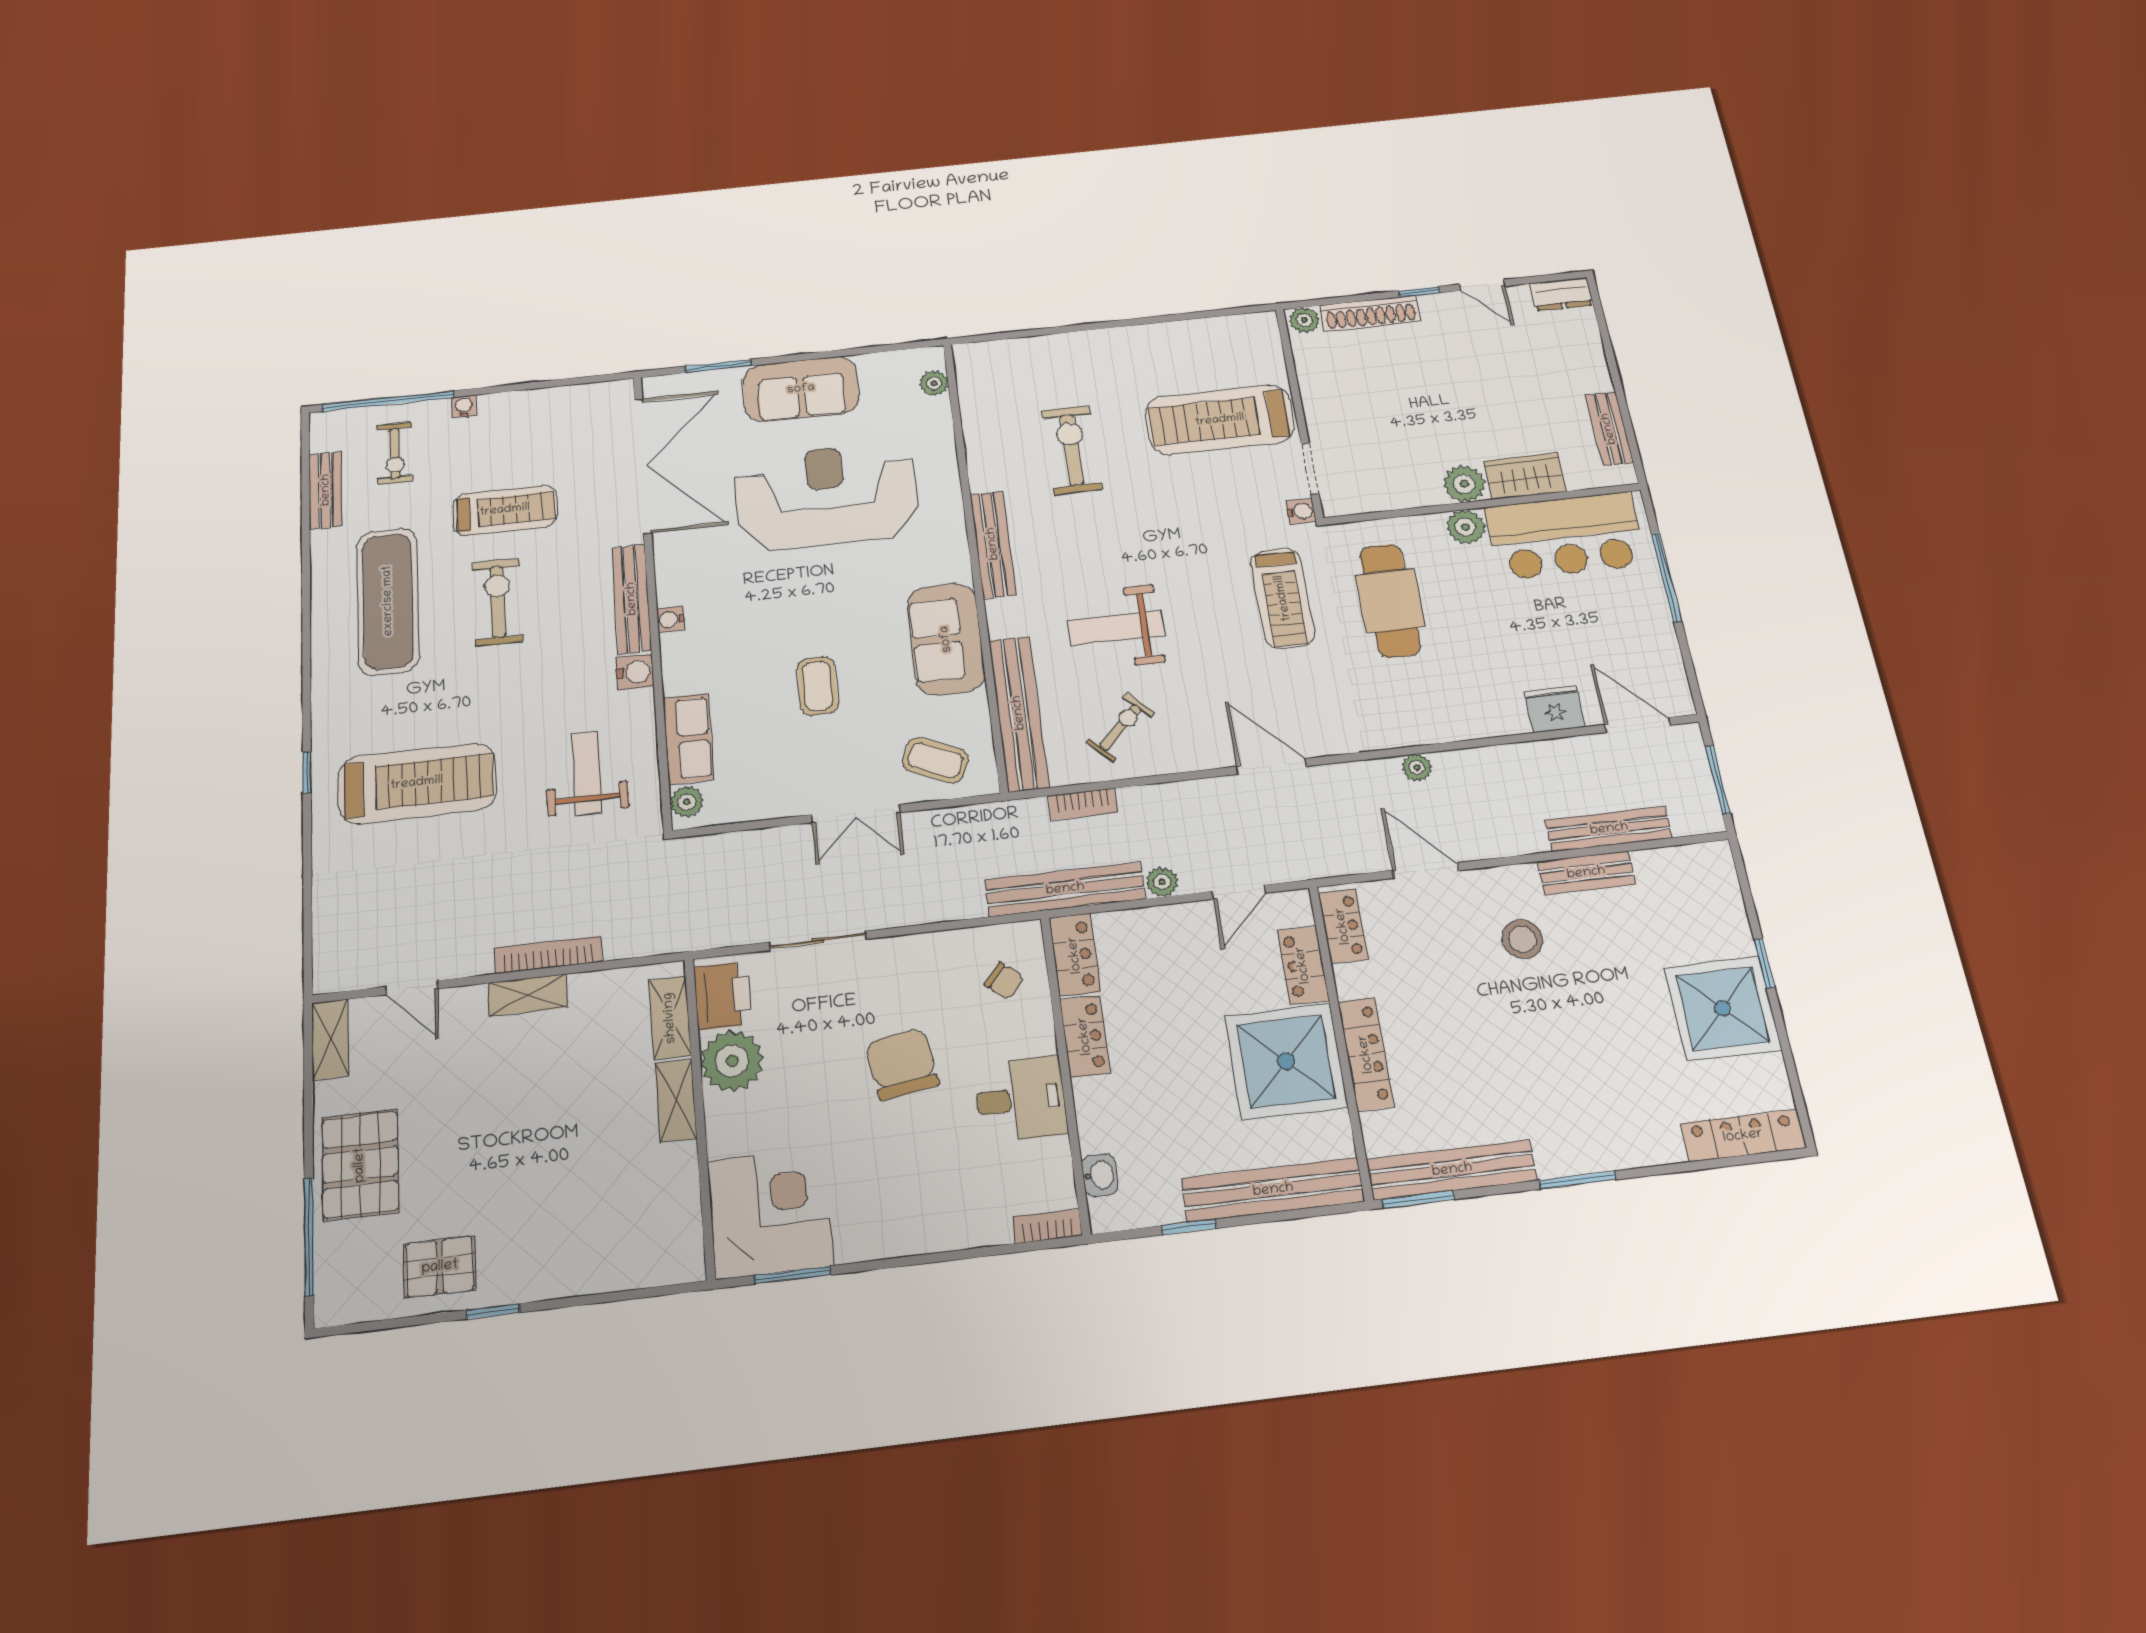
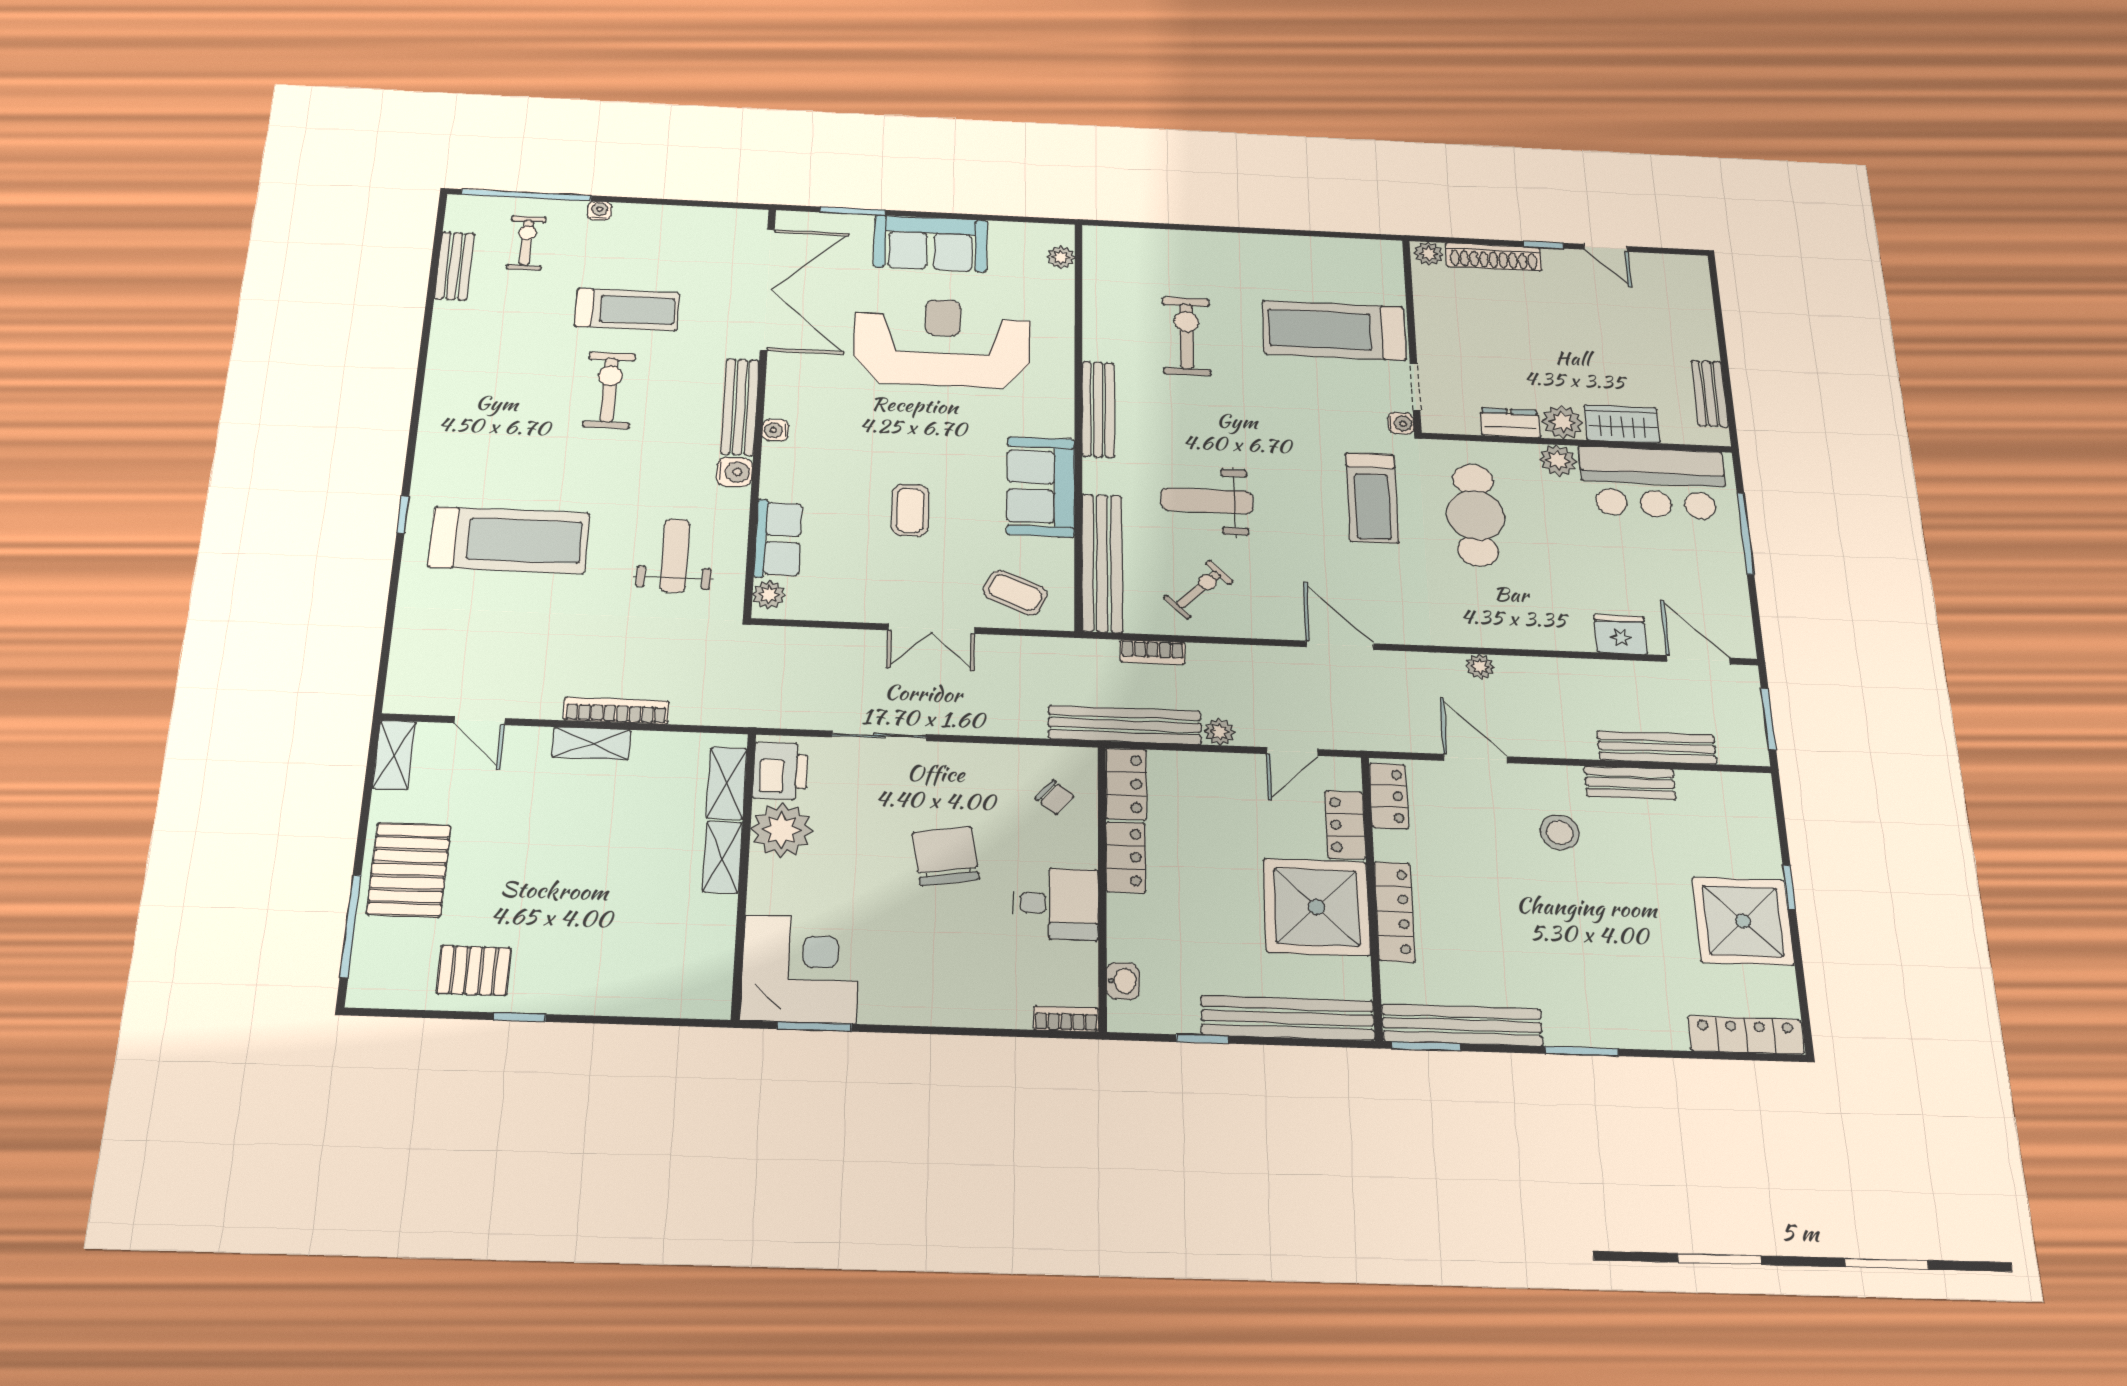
dresser: (1561, 294) -> (1510, 423), moved, turned 180
exercise bike: (395, 453) -> (526, 243), turned 180
exercise mat: (388, 601) -> (502, 374), removed

